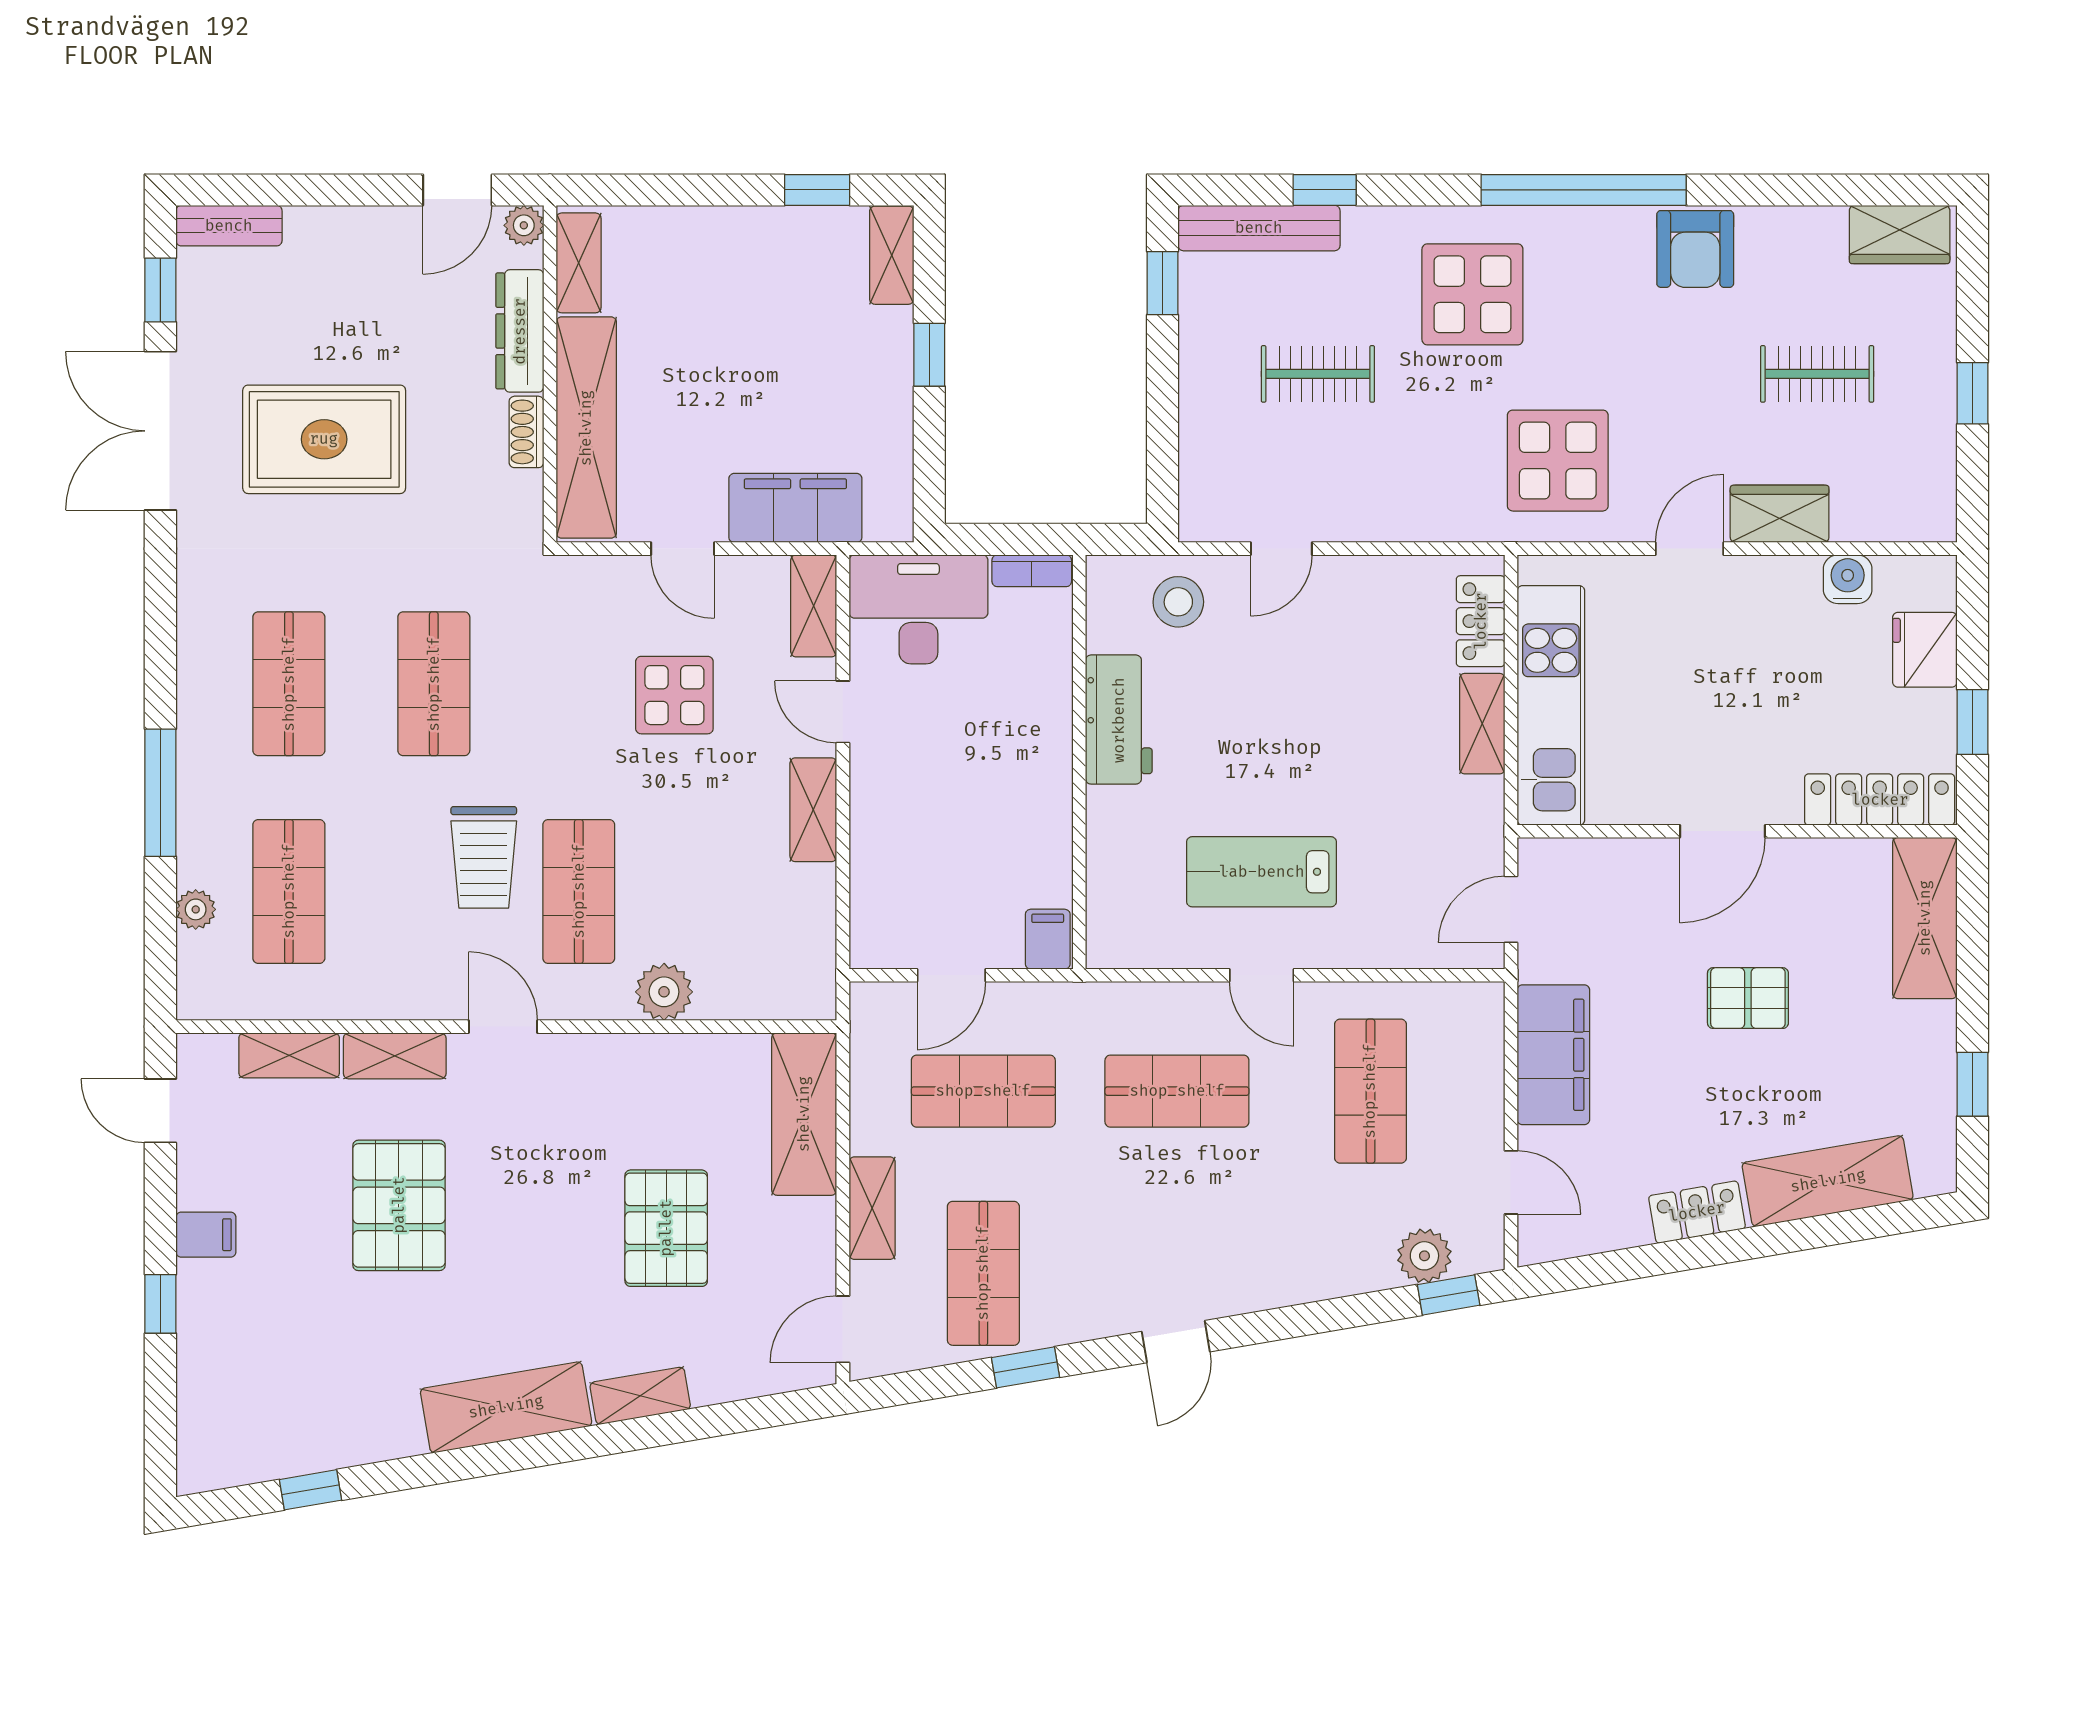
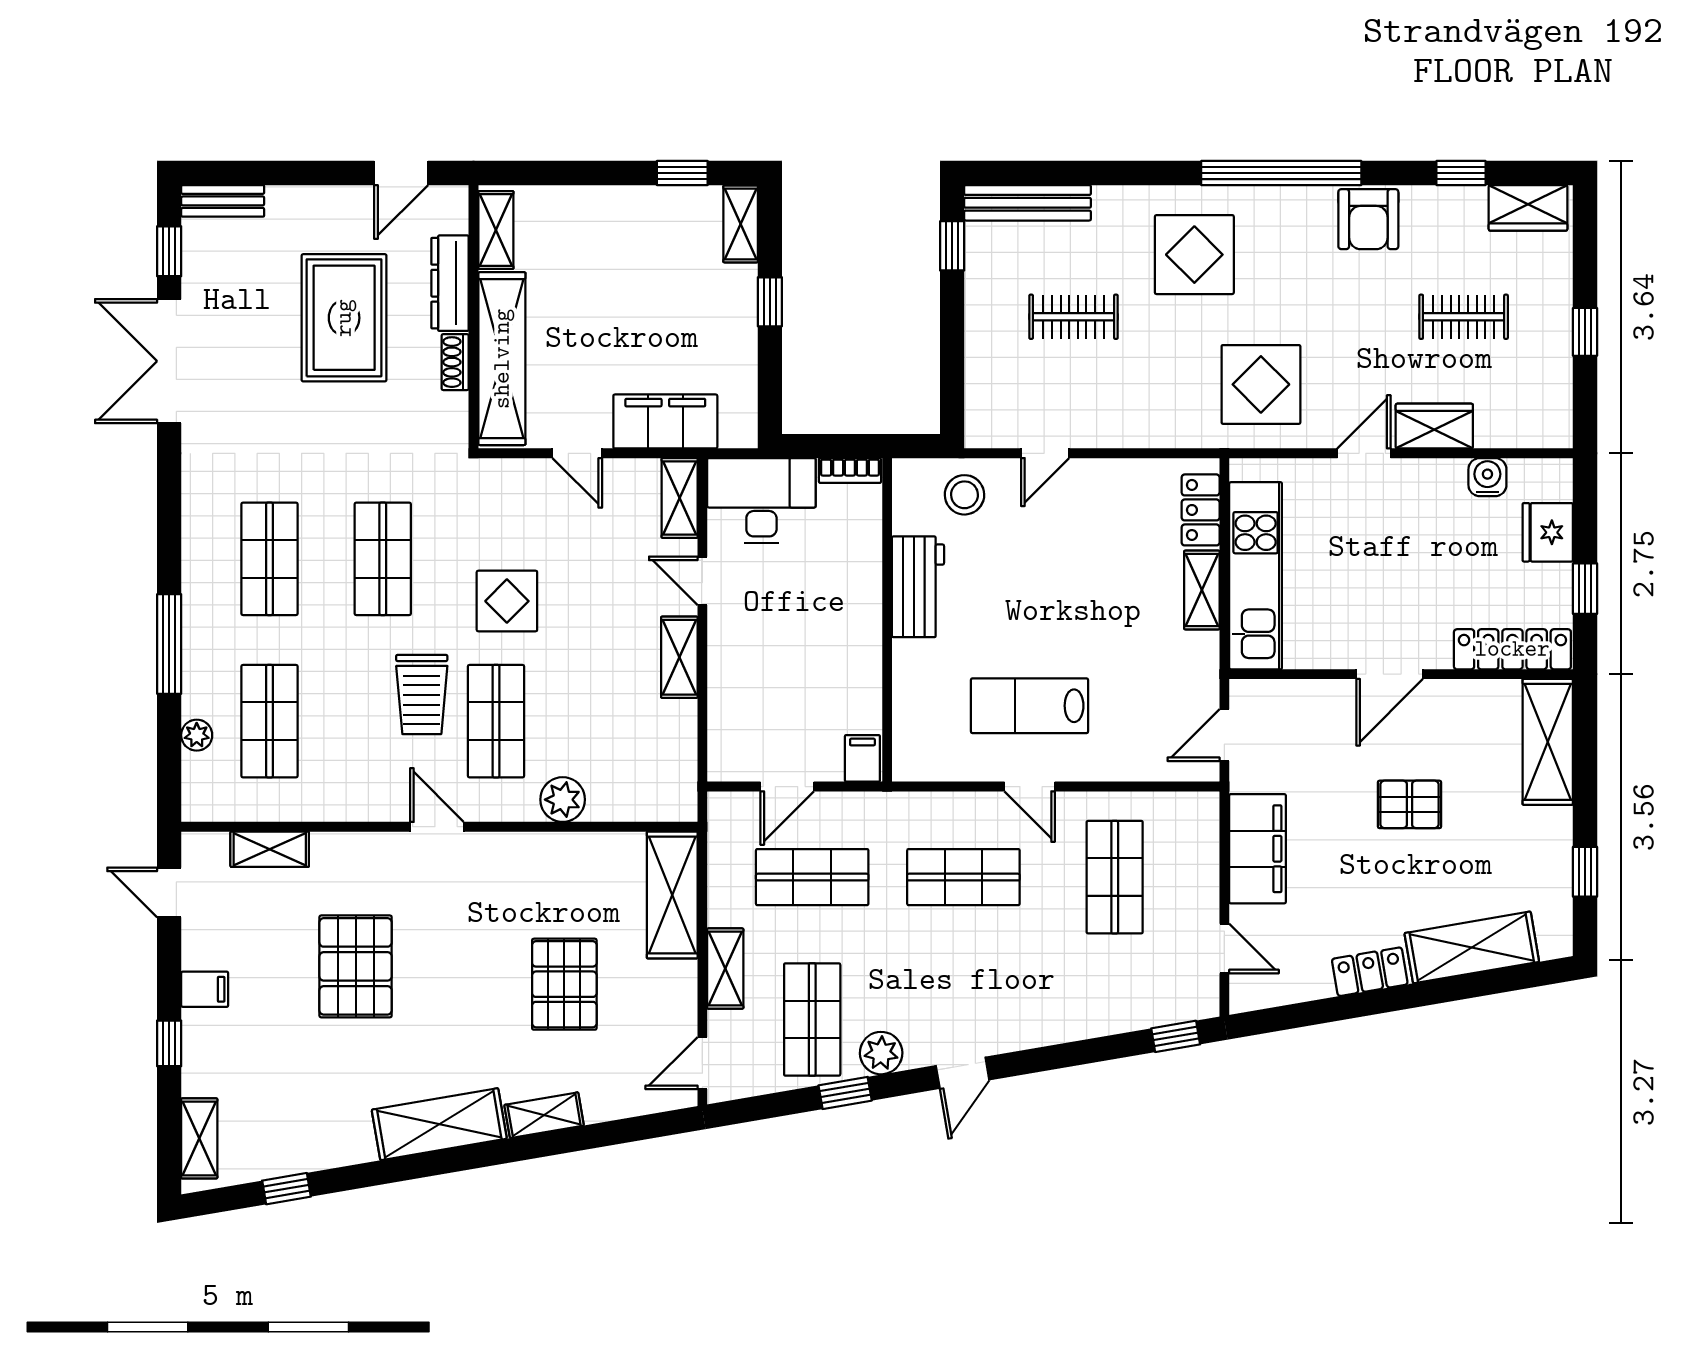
window: (1325, 190) -> (1461, 173), moved
plant: (524, 225) -> (453, 201), removed
rug: (324, 439) -> (344, 318), moved, turned 90
display table: (674, 695) -> (507, 601), moved
shelving: (395, 1056) -> (199, 1138), moved, turned 90
plant: (1424, 1256) -> (881, 1053), moved

